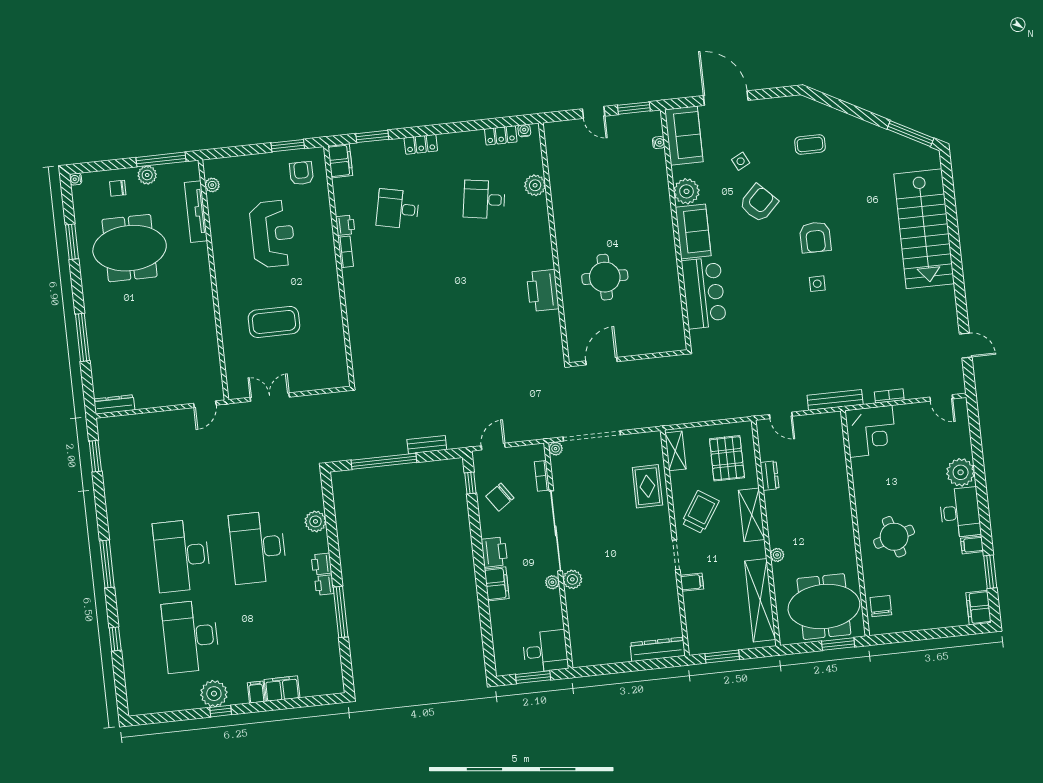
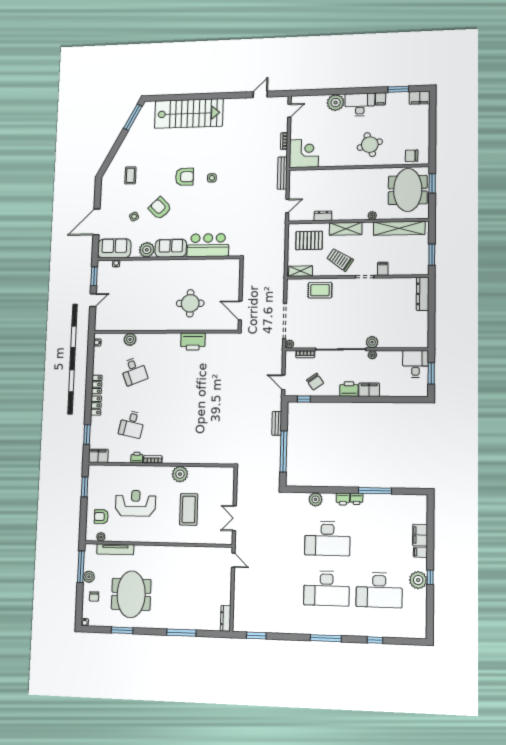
locker: (501, 135) -> (97, 384), moved
armchair: (301, 173) -> (101, 517), moved
desk: (484, 199) -> (134, 371), turned -30
plant: (328, 300) -> (180, 474), added

